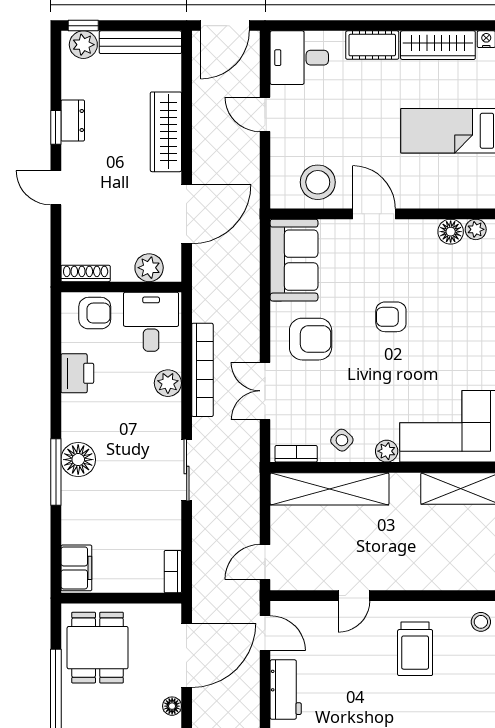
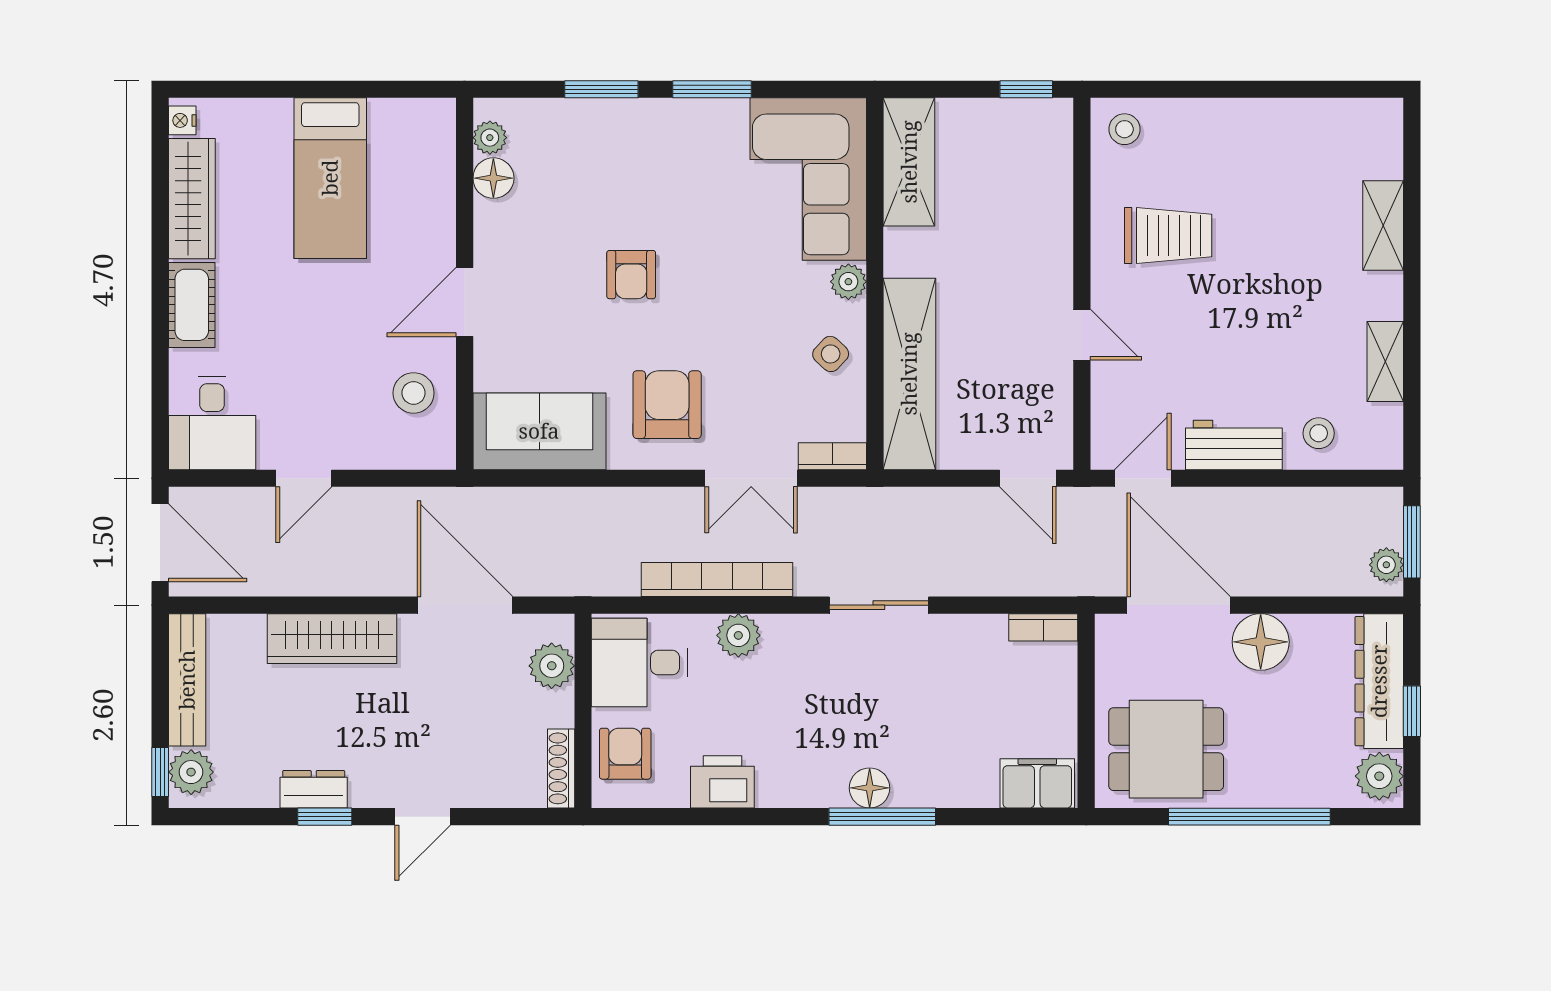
stool: (318, 182) -> (414, 393), width x0.73, depth x0.73
bookcase: (296, 454) -> (832, 456), moved, turned 90
floor lamp: (78, 460) -> (870, 788), width x0.73, depth x0.73
floor lamp: (172, 706) -> (1261, 642), width x1.89, depth x1.89

